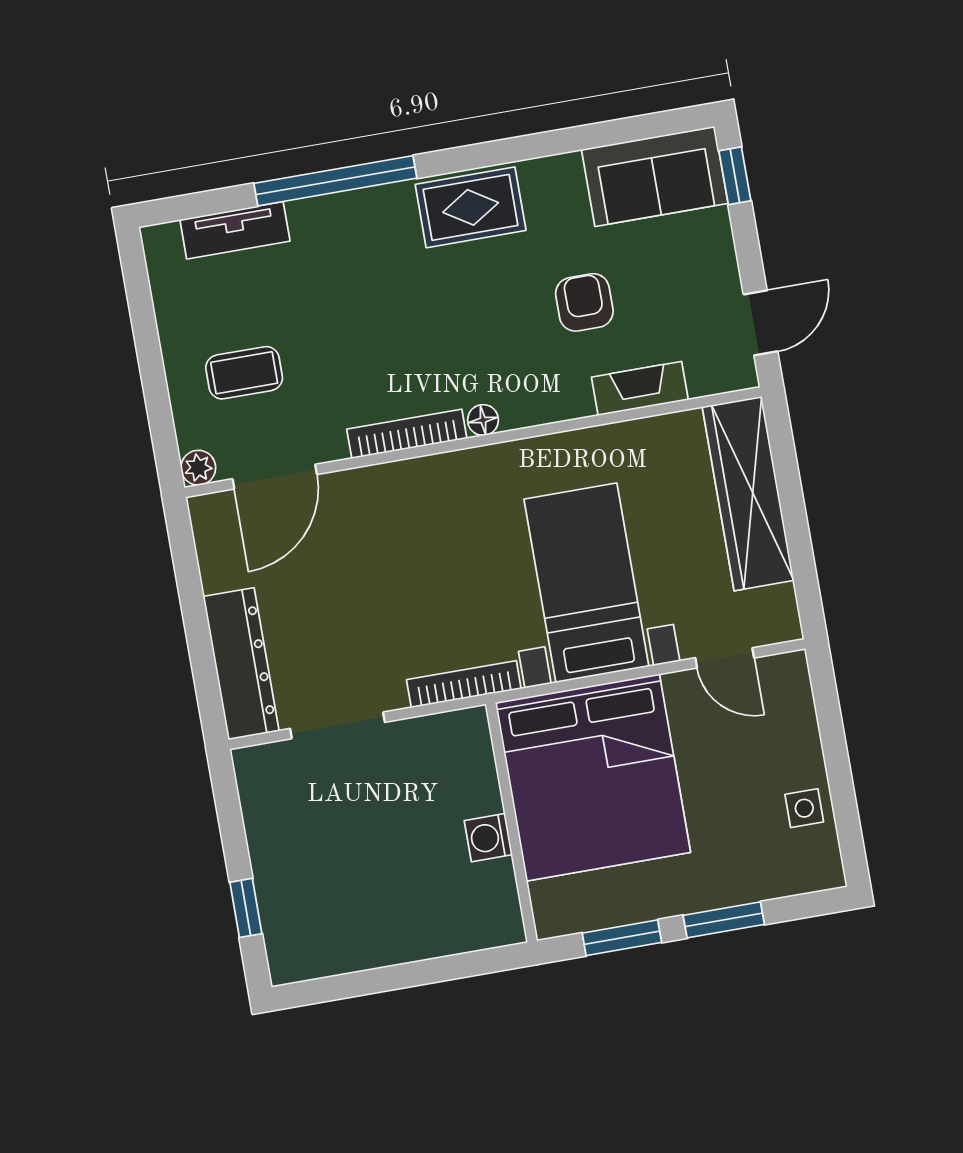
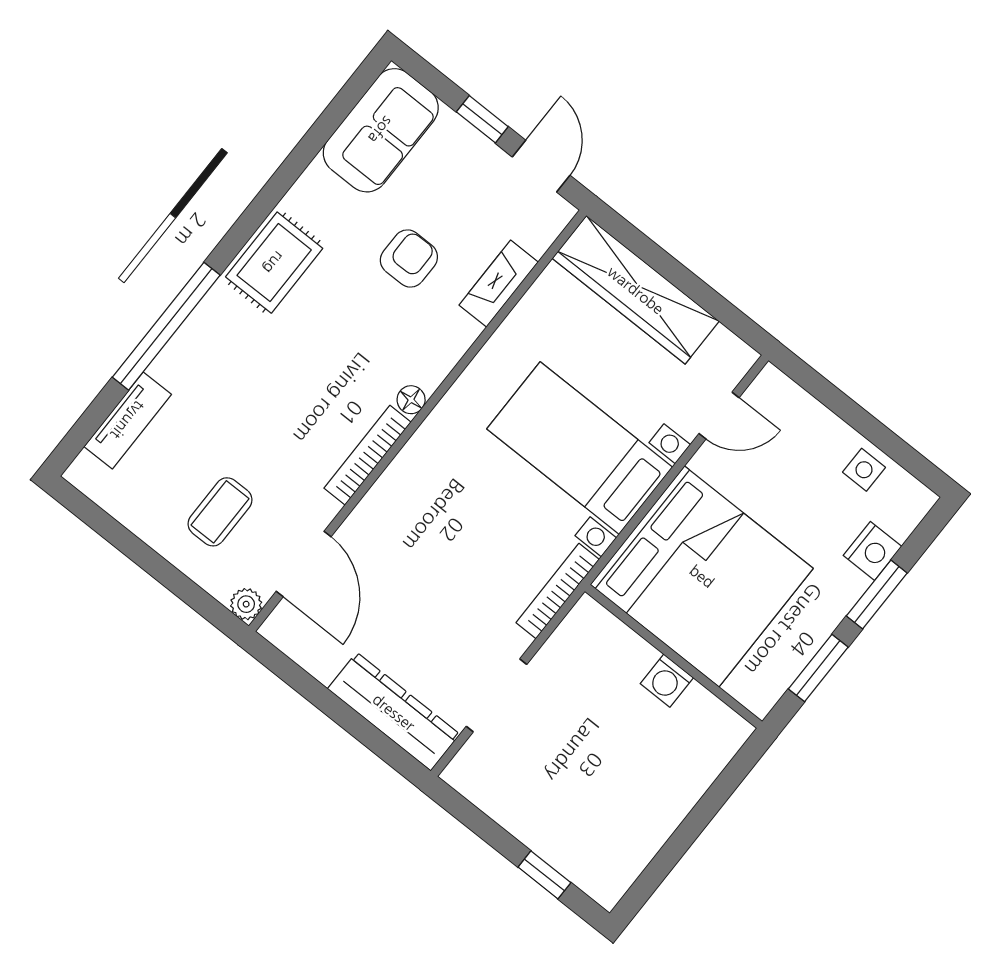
window: (735, 176) -> (482, 119), moved
armchair: (584, 302) -> (409, 258), turned 90
nightstand: (752, 881) -> (872, 551), added

